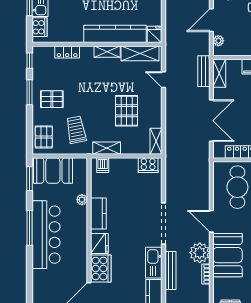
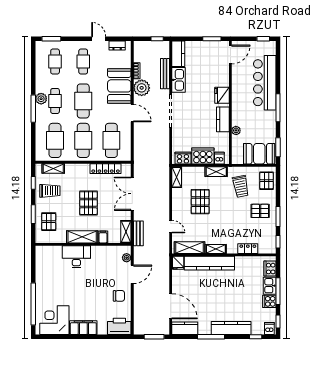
bar counter: (46, 235) -> (265, 83), moved
cooker: (101, 268) -> (203, 156), moved, turned 90

